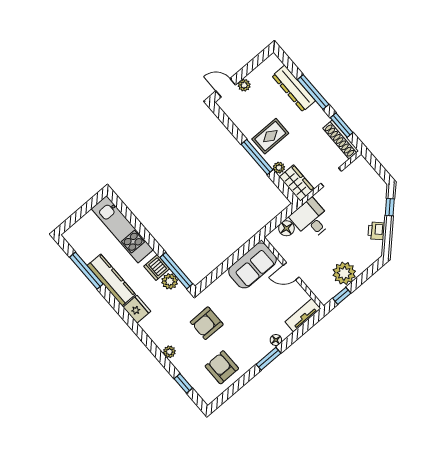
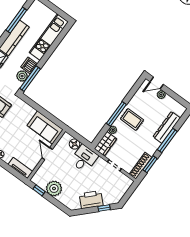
door: (226, 88) -> (157, 83), swing flipped
printer: (376, 231) -> (91, 200), width x1.87, depth x1.48

